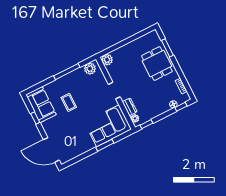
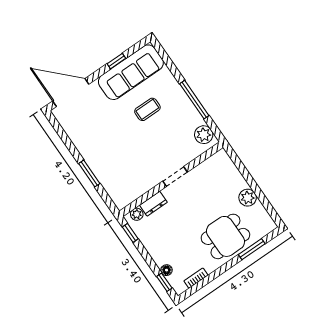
plant: (107, 60) -> (248, 198), moved
sofa: (41, 105) -> (131, 72), width x1.36
corner sofa: (108, 126) -> (120, 174), removed
door: (51, 150) -> (71, 93), hinge flipped

